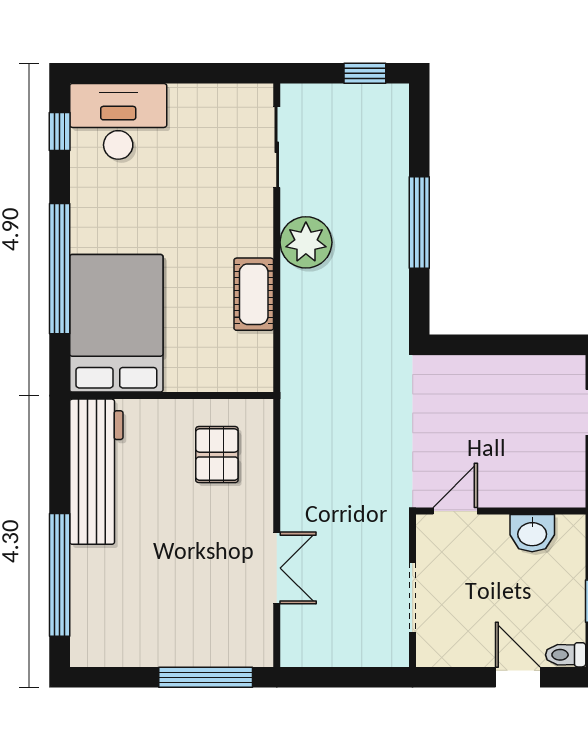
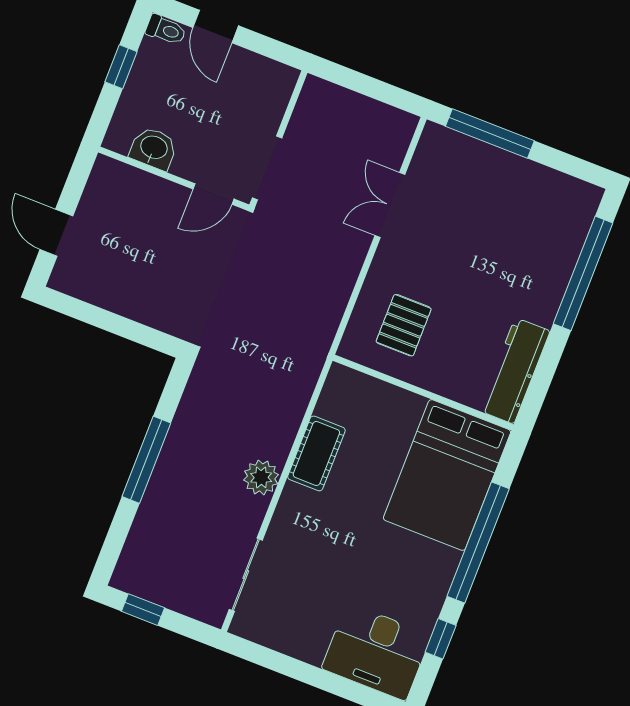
window: (60, 131) -> (441, 639), moved
plant: (306, 242) -> (261, 477), width x0.73, depth x0.73
workbench: (96, 472) -> (514, 371), width x0.73, depth x0.76
doorway: (413, 597) -> (267, 168), moved

